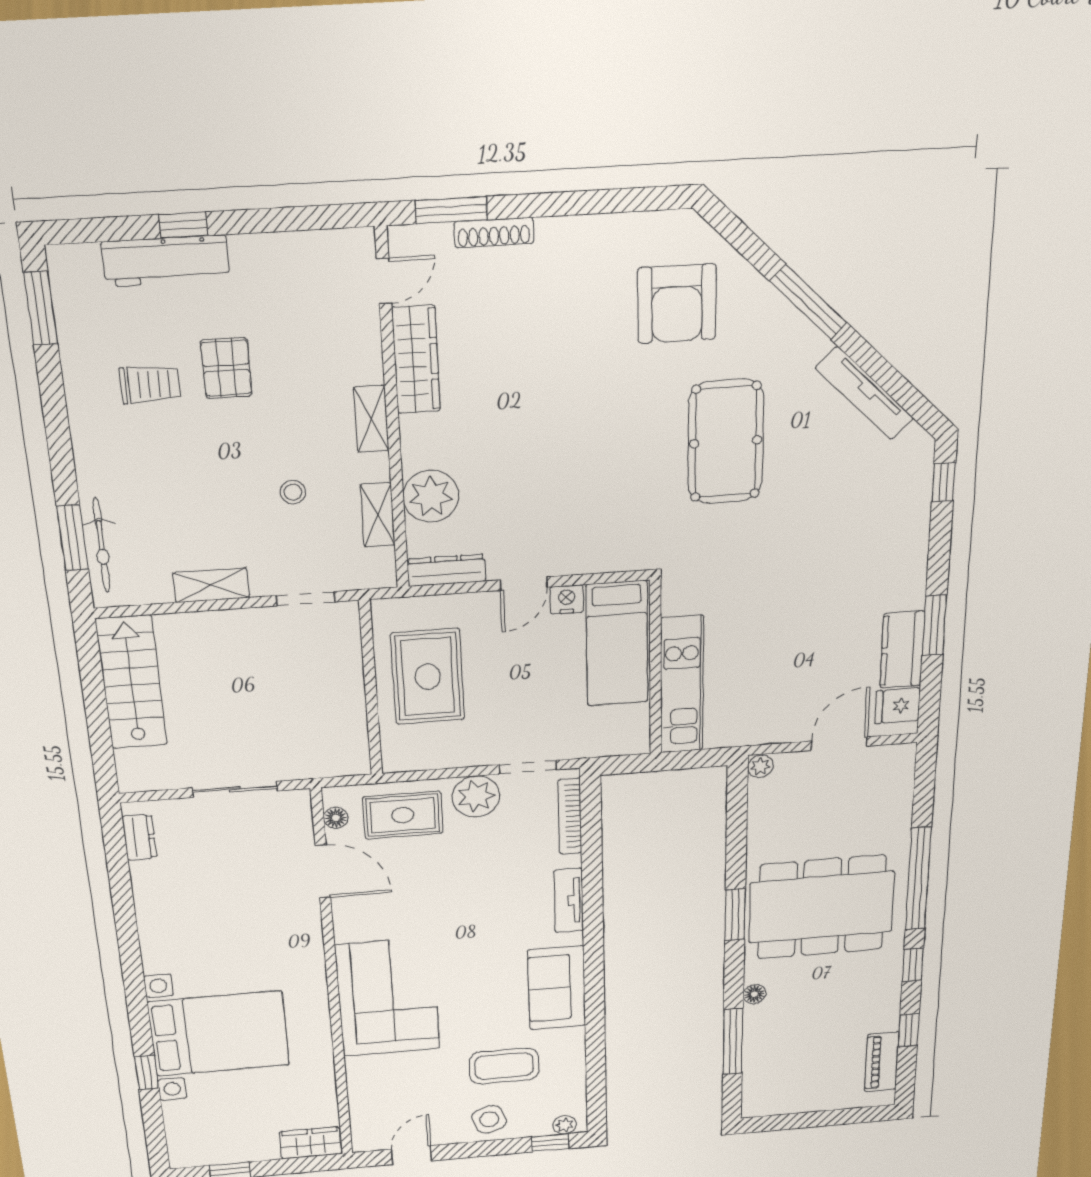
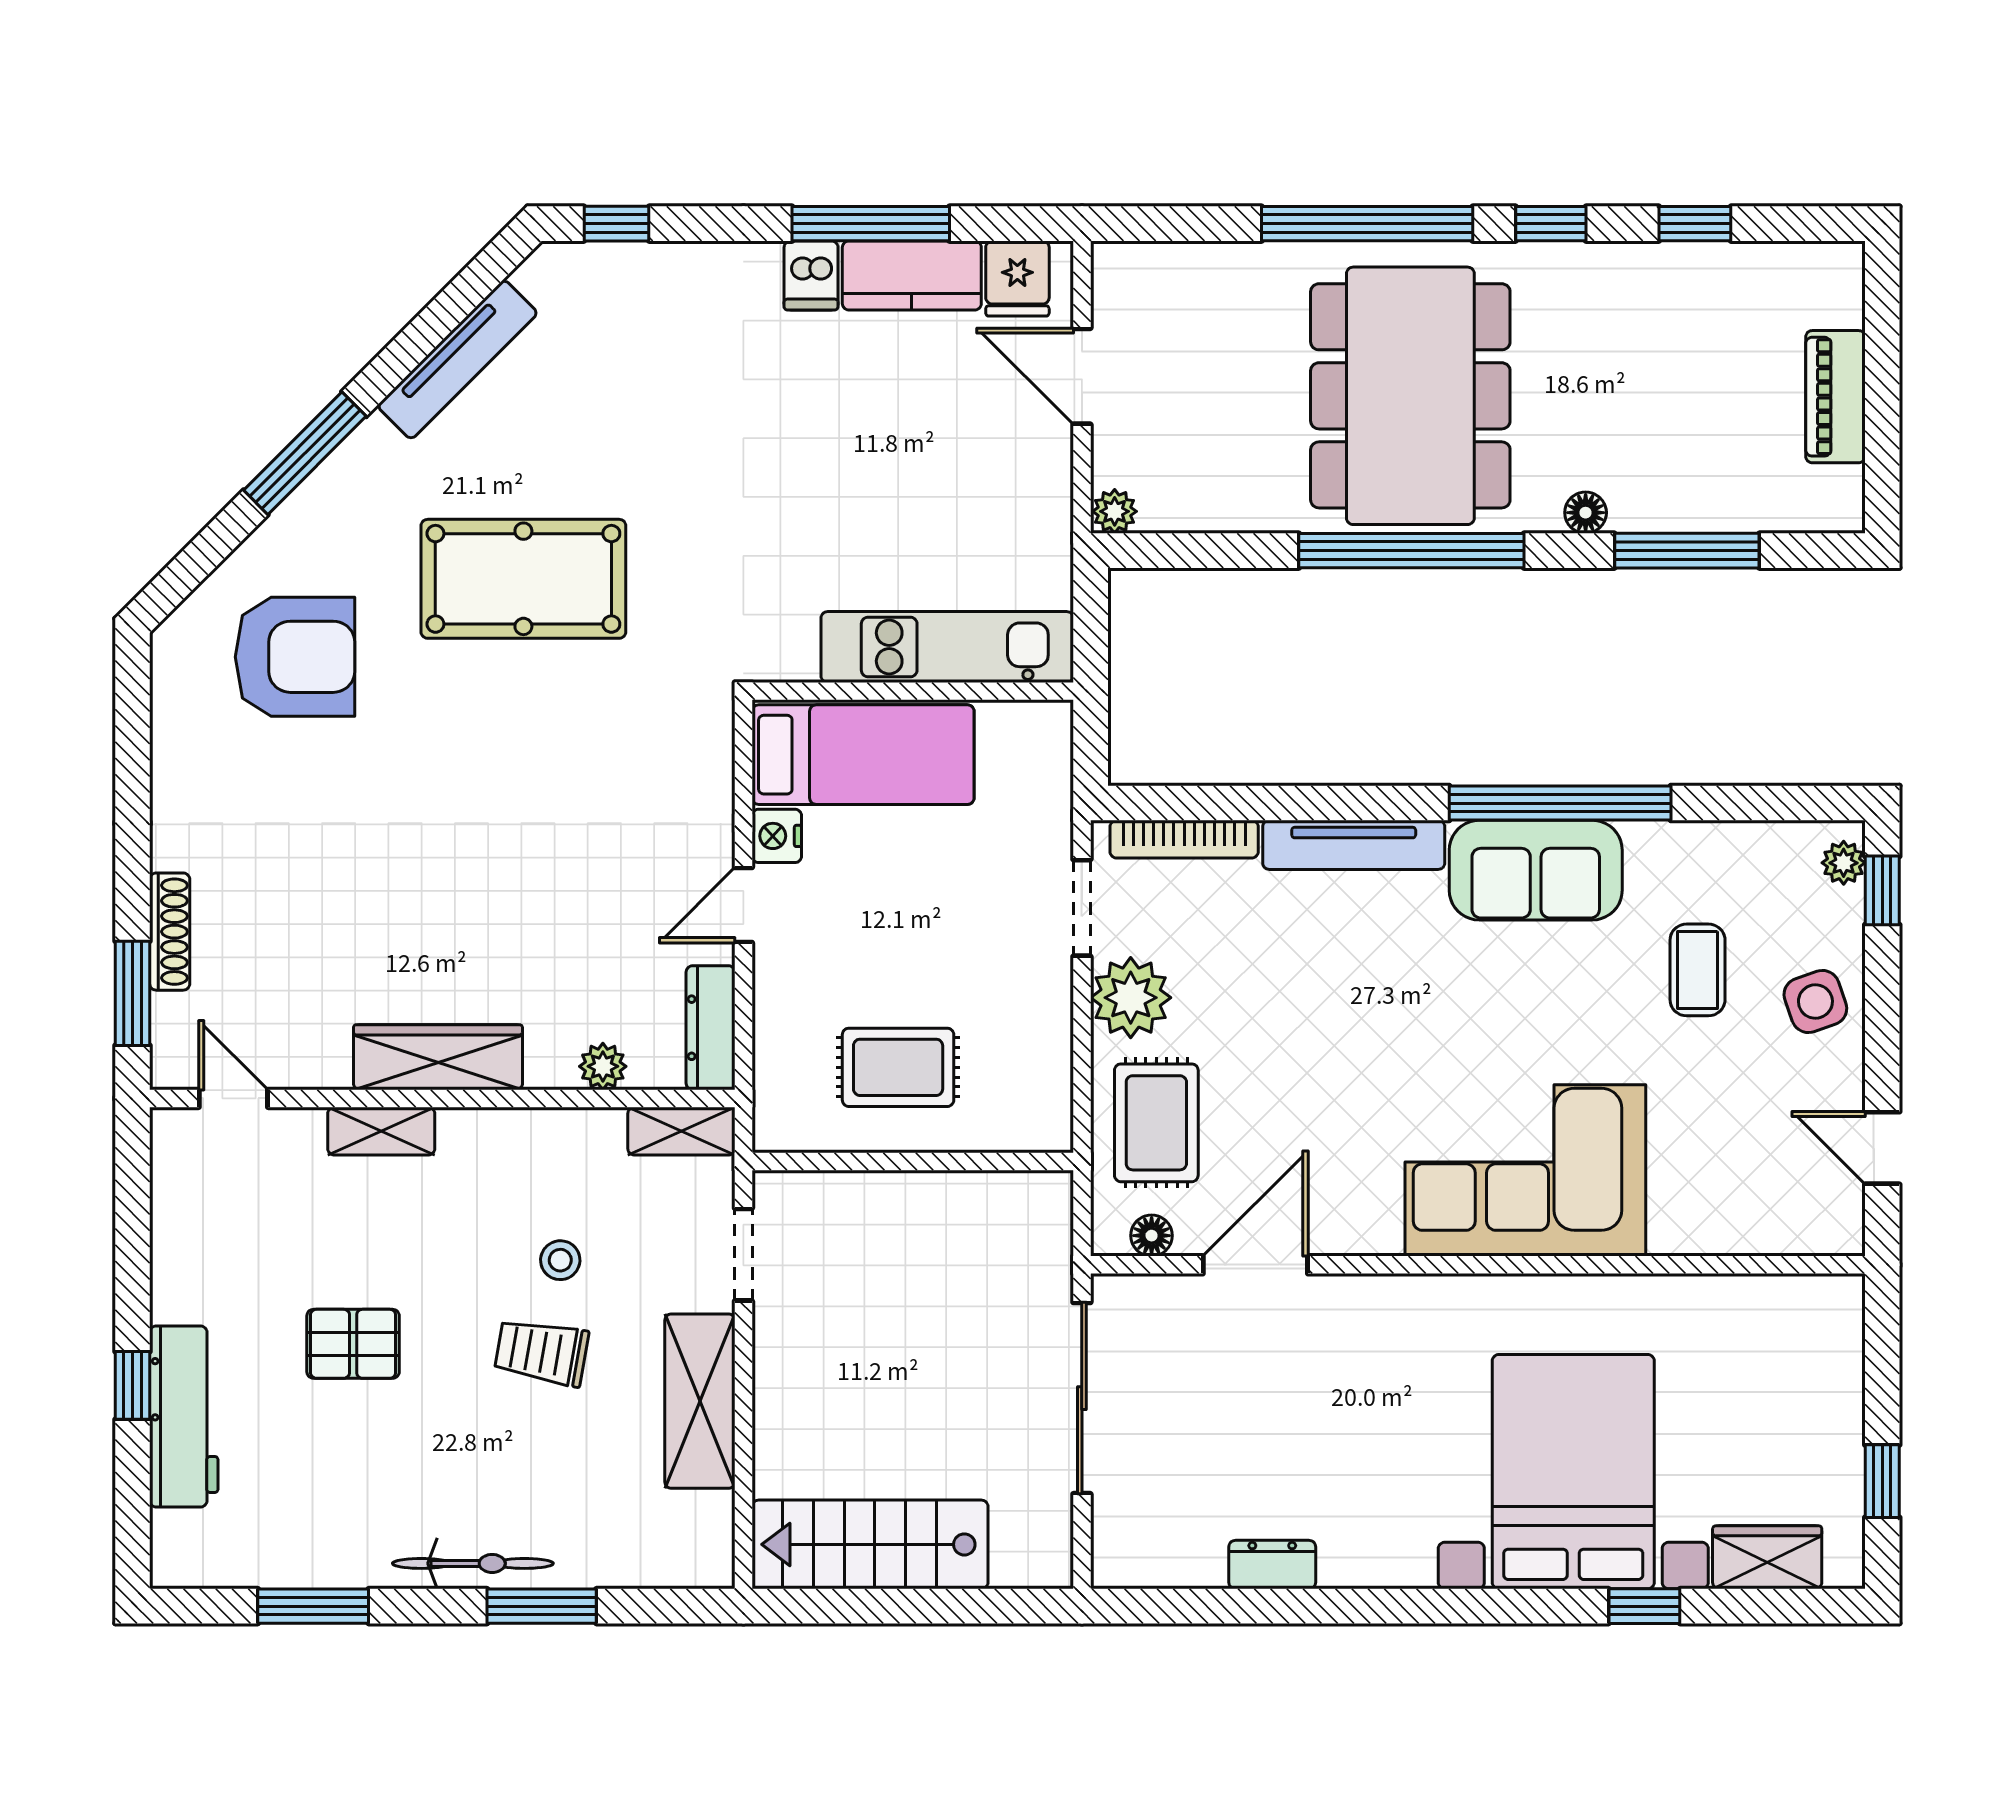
window: (41, 308) -> (313, 1606), moved
wardrobe: (416, 360) -> (438, 1057), moved
trolley: (150, 384) -> (542, 1352), moved, turned -80
shelving: (371, 419) -> (381, 1131), moved
plant: (431, 496) -> (603, 1066), width x0.53, depth x0.53
shelving: (378, 515) -> (681, 1131), moved
window: (73, 538) -> (542, 1606), moved
bicycle: (101, 545) -> (473, 1563), moved
door: (524, 584) -> (743, 905), swing flipped
shelving: (211, 585) -> (700, 1401), width x1.50, depth x1.33
dishwasher: (906, 595) -> (811, 275), added
window: (934, 625) -> (871, 224), width x1.44
rug: (428, 677) -> (898, 1067), width x0.73, depth x0.70
sliding door: (235, 789) -> (1082, 1398), width x1.37
dresser: (139, 837) -> (1272, 1565), moved
tv unit: (569, 900) -> (1354, 845), width x1.41
window: (735, 915) -> (1411, 551), width x2.11
window: (594, 996) -> (1560, 803), added
piano: (882, 1062) -> (1835, 397), moved, turned 90
coffee table: (504, 1066) -> (1698, 970), width x0.73, depth x0.77
wardrobe: (311, 1143) -> (1767, 1557), moved, turned 90

